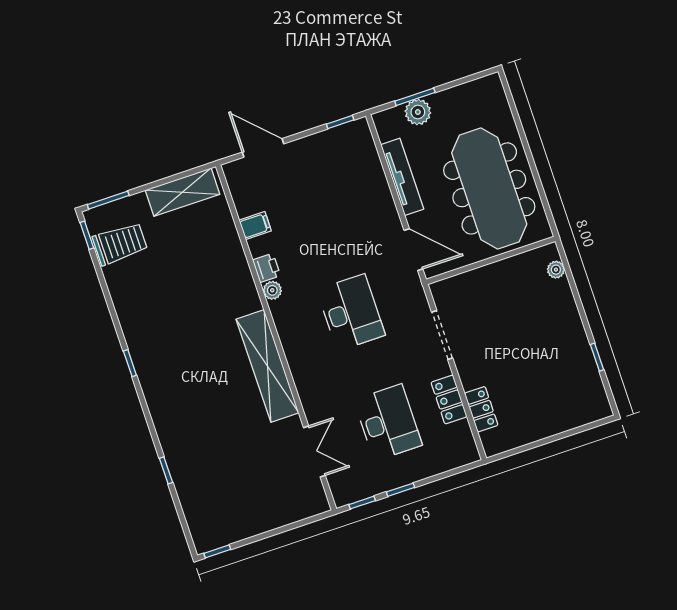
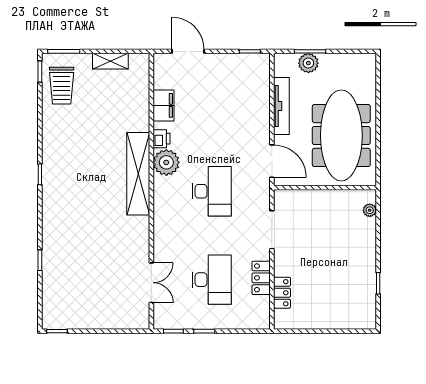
shelving: (182, 192) -> (110, 61), width x0.67, depth x0.75
filing cabinet: (255, 226) -> (164, 105), width x2.00
trolley: (120, 244) -> (62, 86), turned 90
plant: (272, 290) -> (166, 162), width x1.87, depth x1.87
shelving: (267, 366) -> (138, 174), moved

